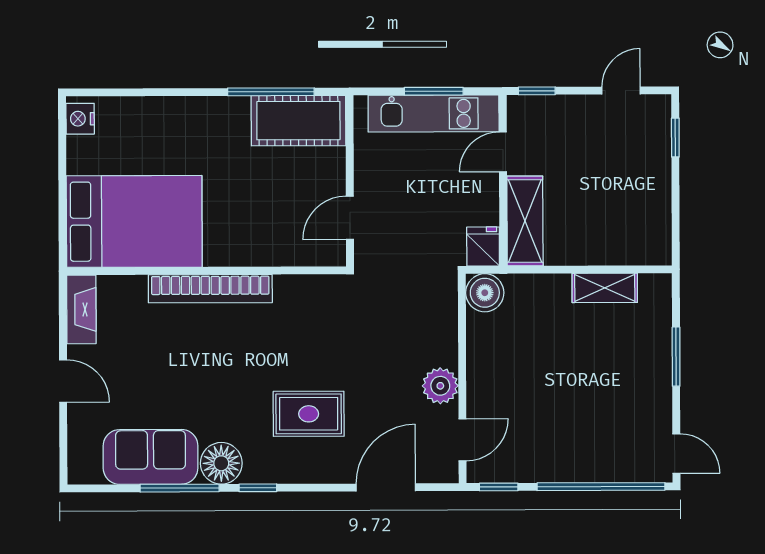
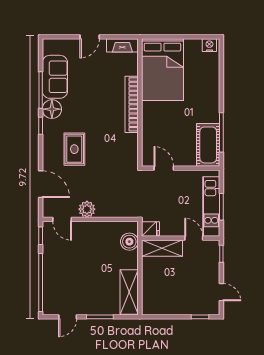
shelving: (605, 288) -> (129, 292), width x1.50, depth x1.33
boiler: (485, 293) -> (129, 242), moved
door: (676, 454) -> (68, 317), moved

